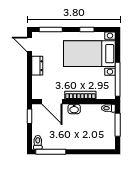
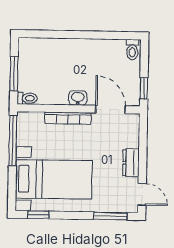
window: (87, 29) -> (38, 215), moved
window: (51, 152) -> (113, 35), removed

